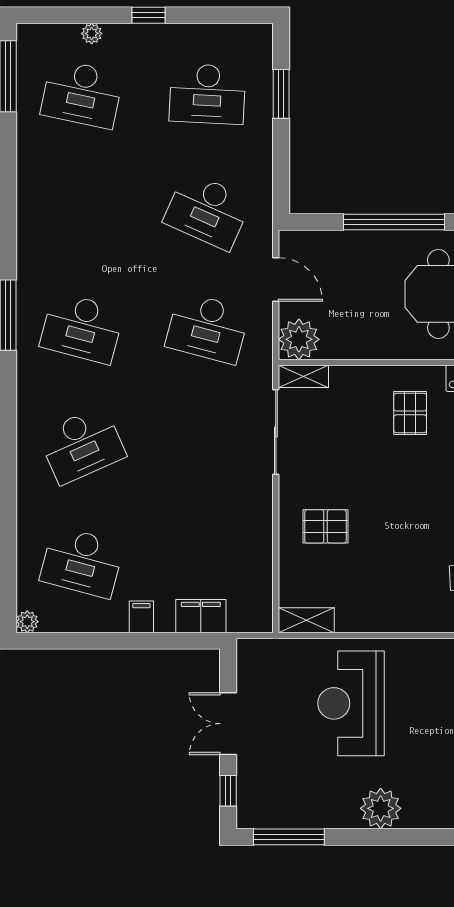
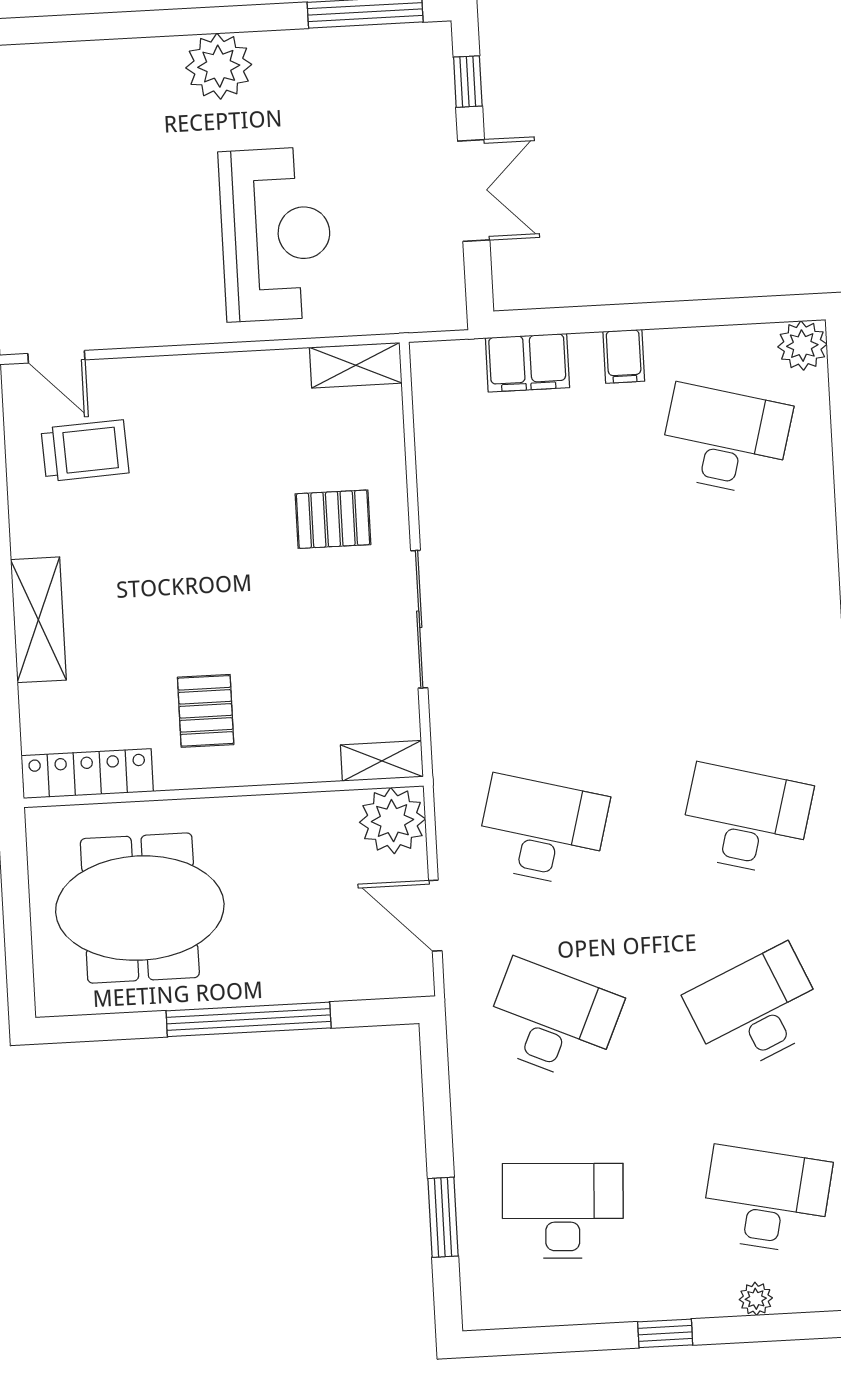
sliding door: (276, 432) -> (419, 619), moved
desk: (82, 445) -> (756, 1010), moved
plant: (27, 622) -> (802, 346), width x1.38, depth x1.38

